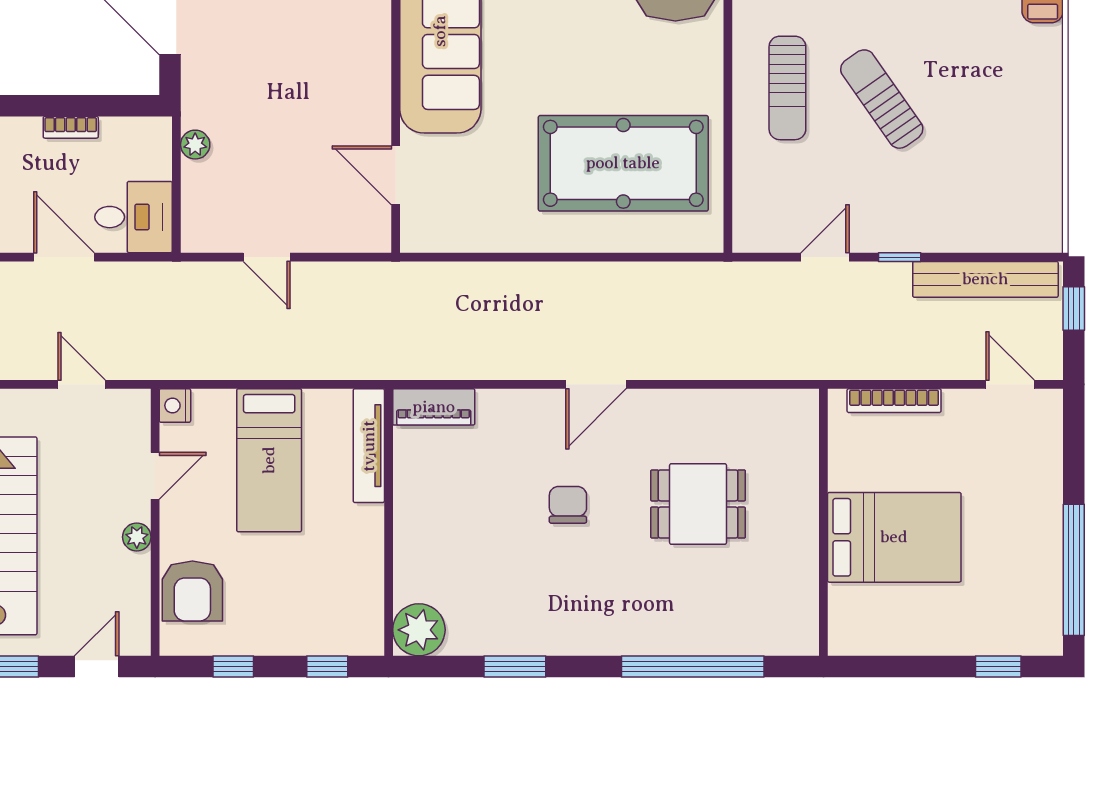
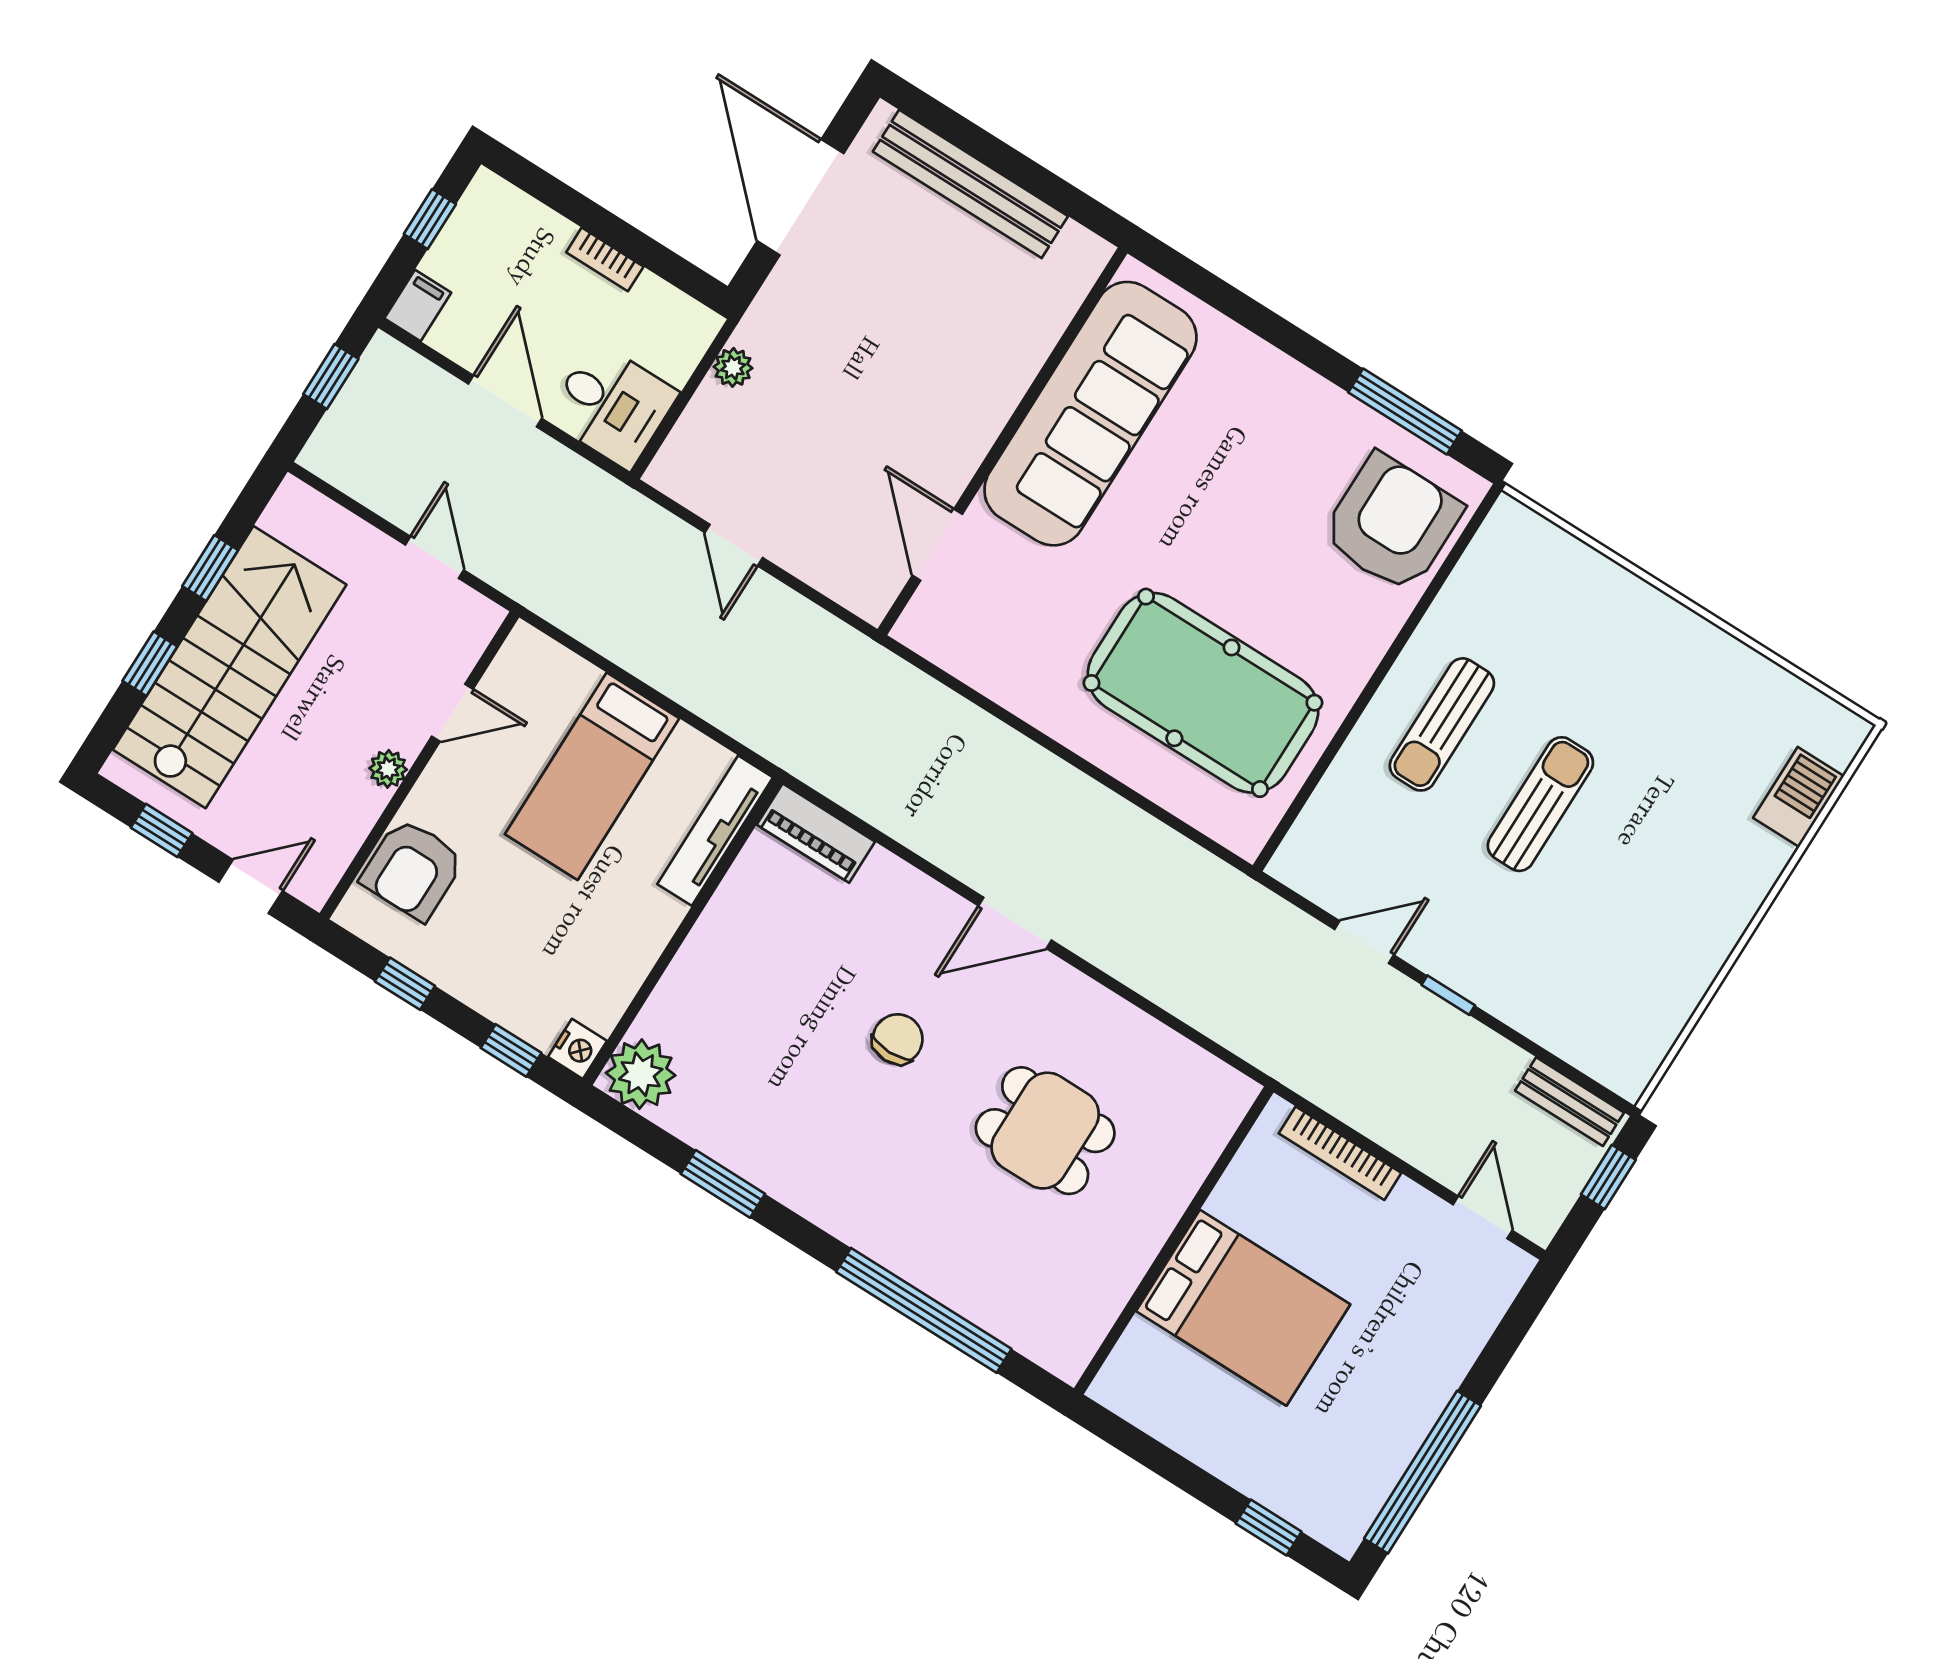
sun lounger: (882, 99) -> (1540, 804), turned 35
bench: (985, 279) -> (1570, 1102), width x0.54, depth x0.82
nightstand: (175, 406) -> (577, 1049), moved, turned 180

